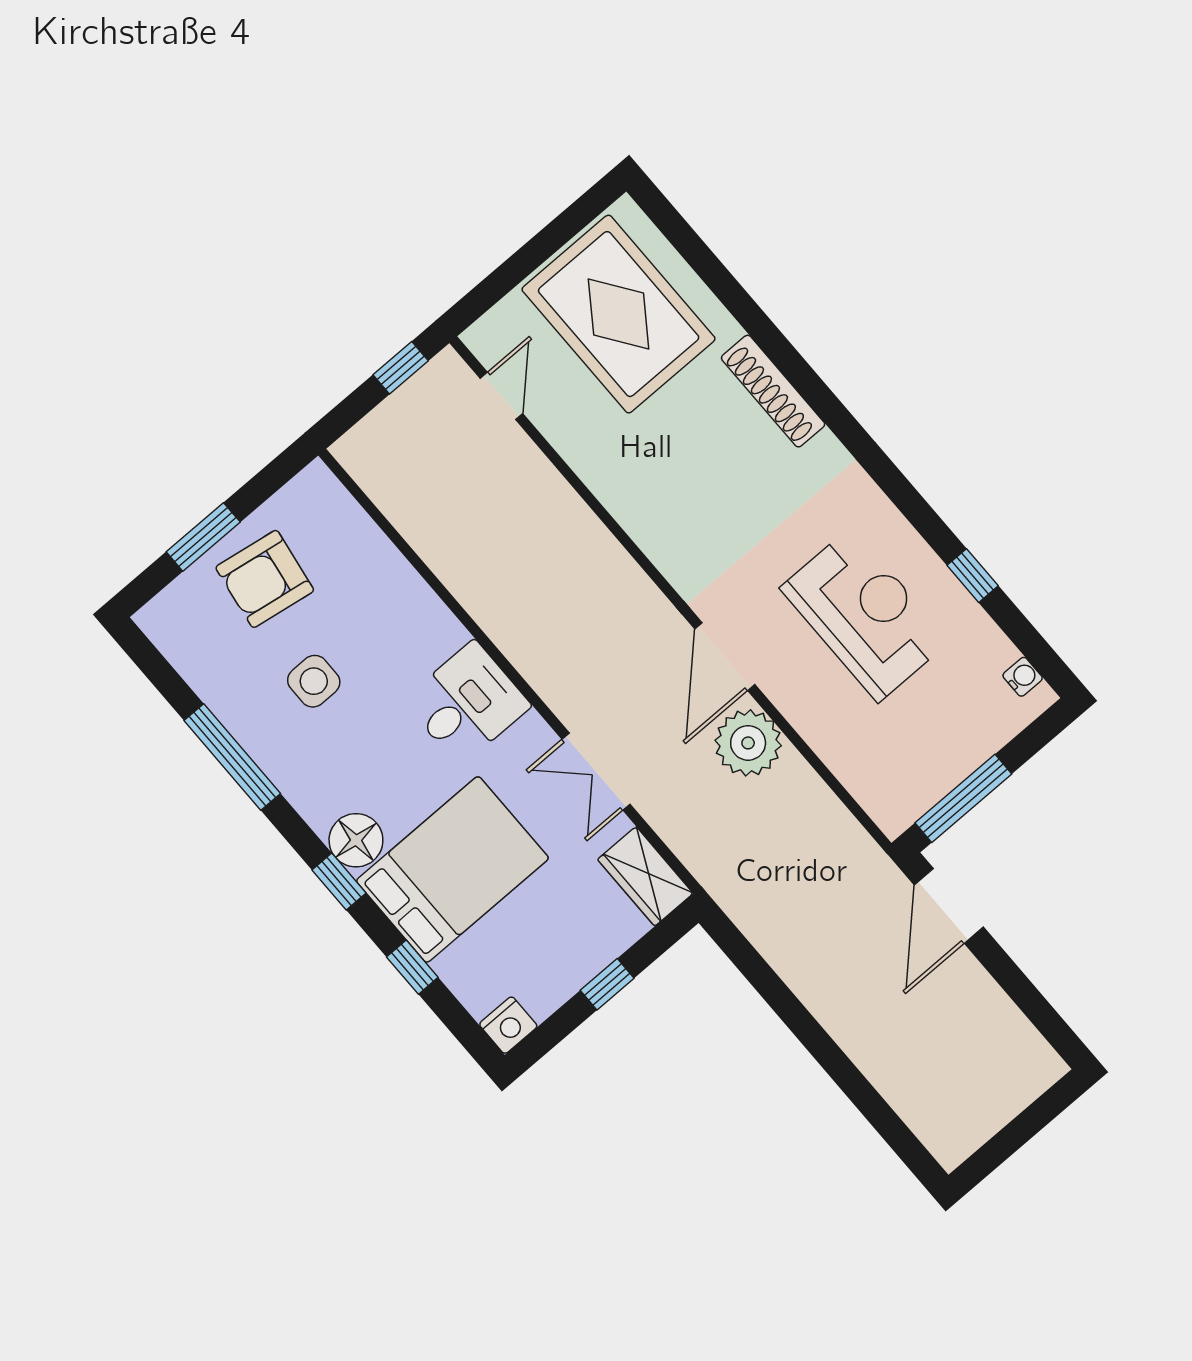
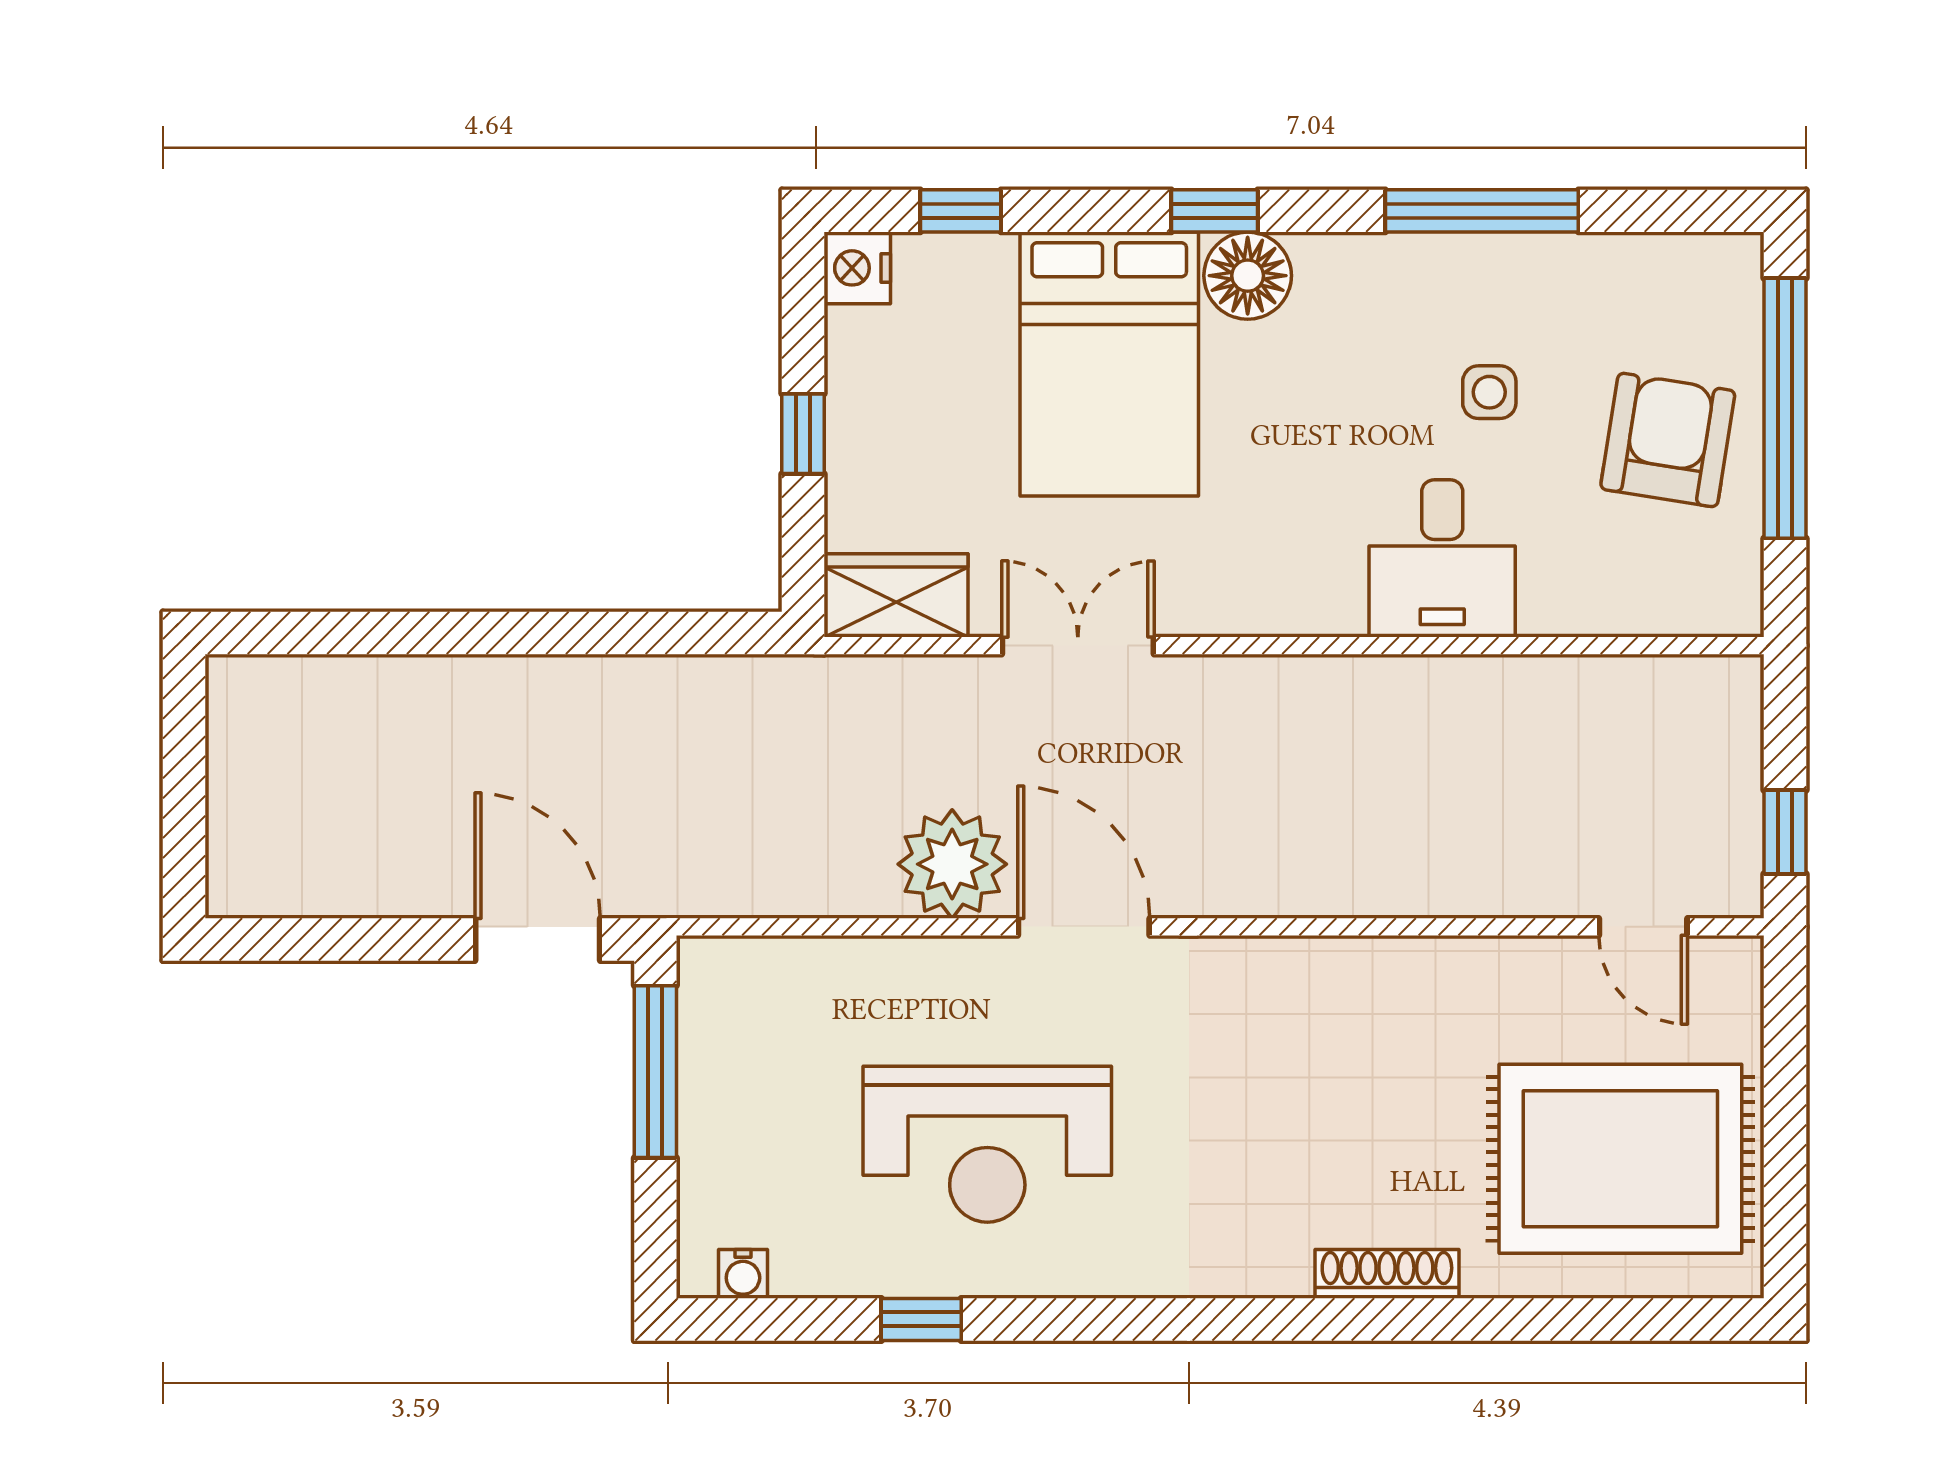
shoe rack: (773, 391) -> (1387, 1274), width x0.74, depth x0.81
window: (203, 537) -> (1785, 408), width x2.11
side table: (314, 681) -> (1489, 392), width x0.73, depth x0.73
desk: (467, 703) -> (1442, 558), moved
window: (412, 967) -> (961, 211), moved

